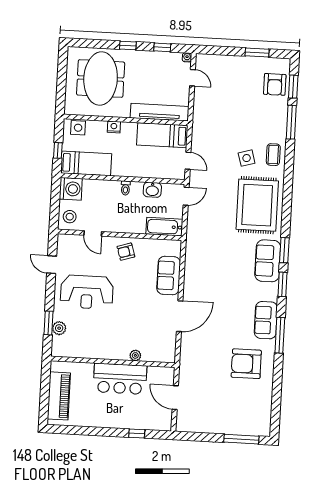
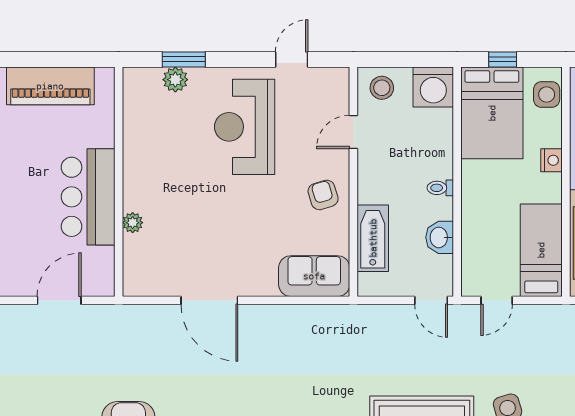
bed: (86, 163) -> (492, 113), width x1.50
bathtub: (164, 227) -> (373, 238), moved
sofa: (169, 276) -> (314, 276), moved

